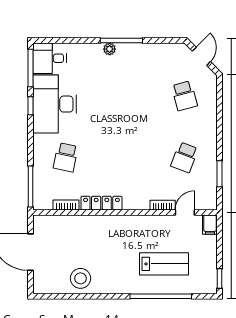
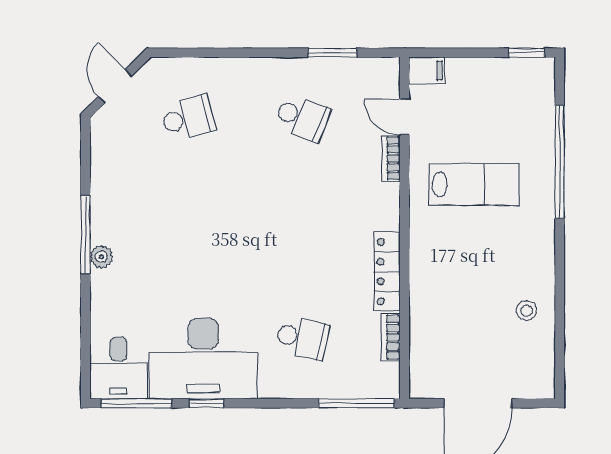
door: (201, 56) -> (115, 86), hinge flipped
lab bench: (164, 264) -> (474, 184), moved, turned 90
stool: (80, 278) -> (527, 311), width x0.53, depth x0.53

